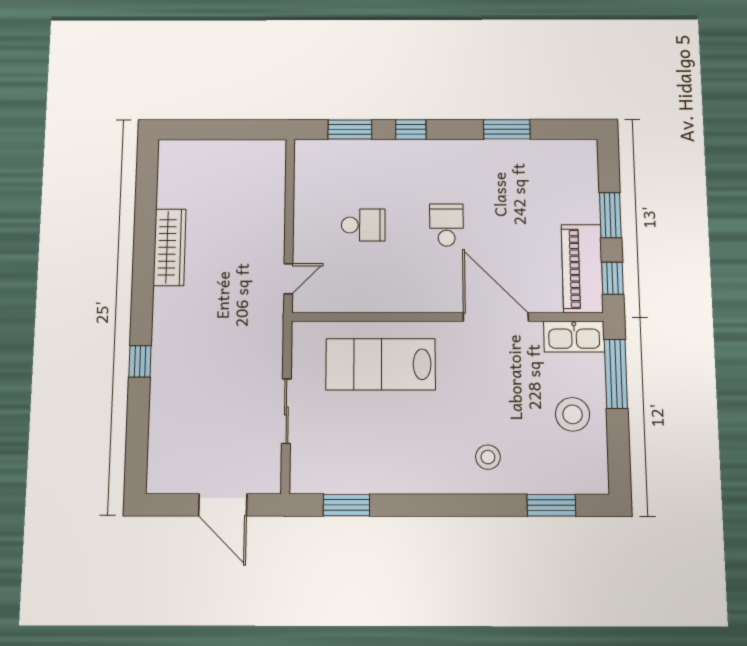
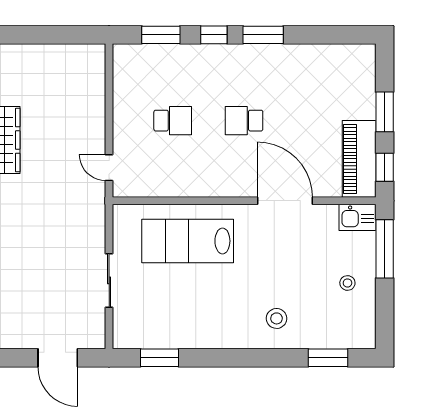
window: (507, 129) -> (263, 35), moved
school desk: (446, 225) -> (244, 121), turned -90
door: (288, 279) -> (109, 168), swing flipped
kitchen sink: (574, 336) -> (357, 217), width x0.73
stool: (573, 414) -> (347, 283), width x0.53, depth x0.53

